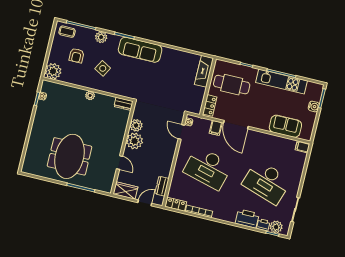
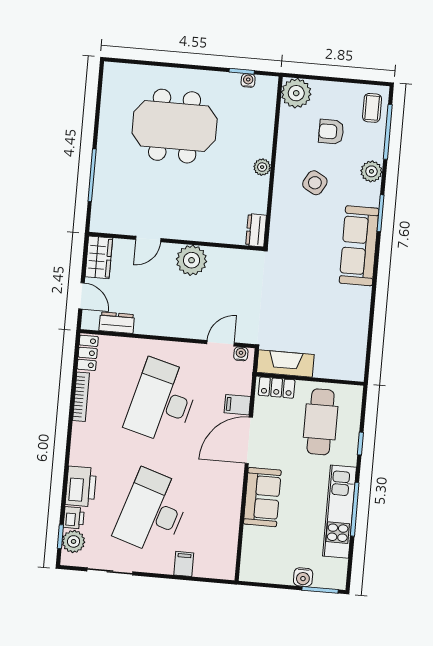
fireplace: (204, 71) -> (285, 363), moved
plant: (136, 125) -> (220, 259), removed
sofa: (285, 126) -> (262, 497), moved
filing cabinet: (302, 147) -> (184, 564), moved
meeting table: (70, 156) -> (175, 126), moved

